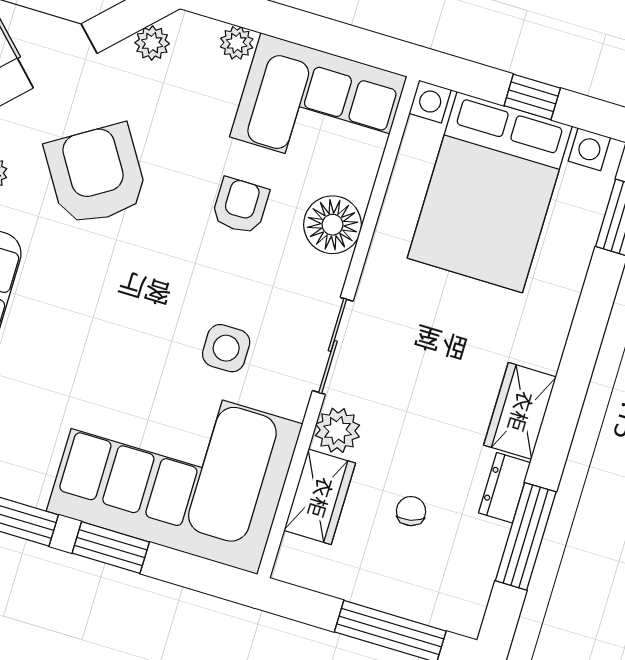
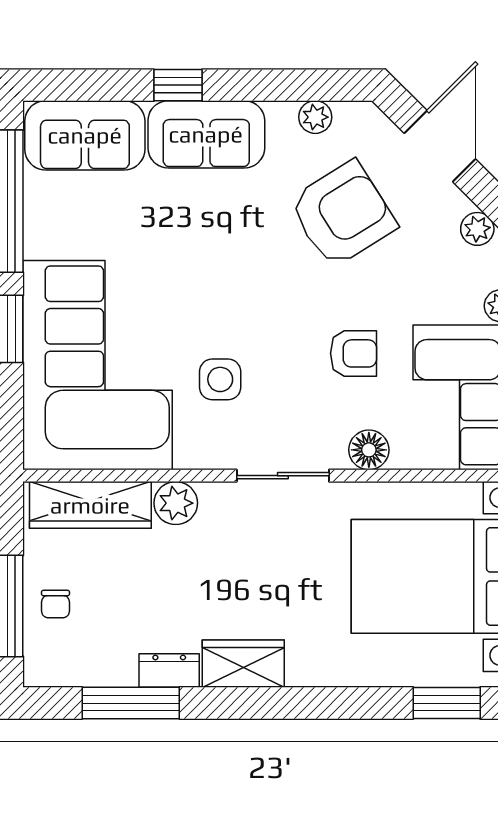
floor lamp: (333, 225) -> (369, 450), width x0.73, depth x0.73
sliding door: (333, 346) -> (283, 476), moved
wardrobe: (320, 497) -> (90, 505), width x1.50
chair: (411, 511) -> (56, 604), moved, turned 103

